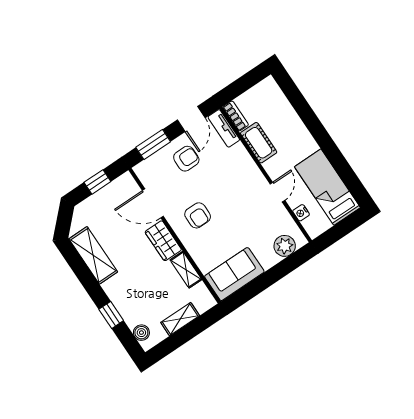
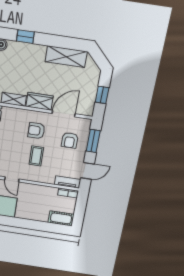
door: (191, 119) -> (87, 171), swing flipped
cot: (259, 143) -> (61, 218), moved
armchair: (186, 159) -> (70, 140), moved
coffee table: (226, 190) -> (36, 156), added

